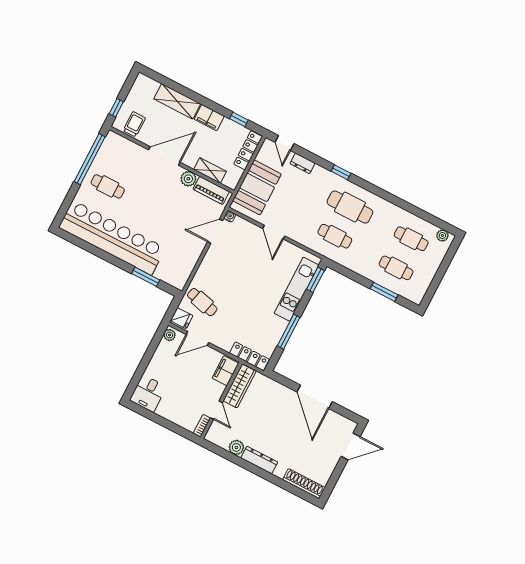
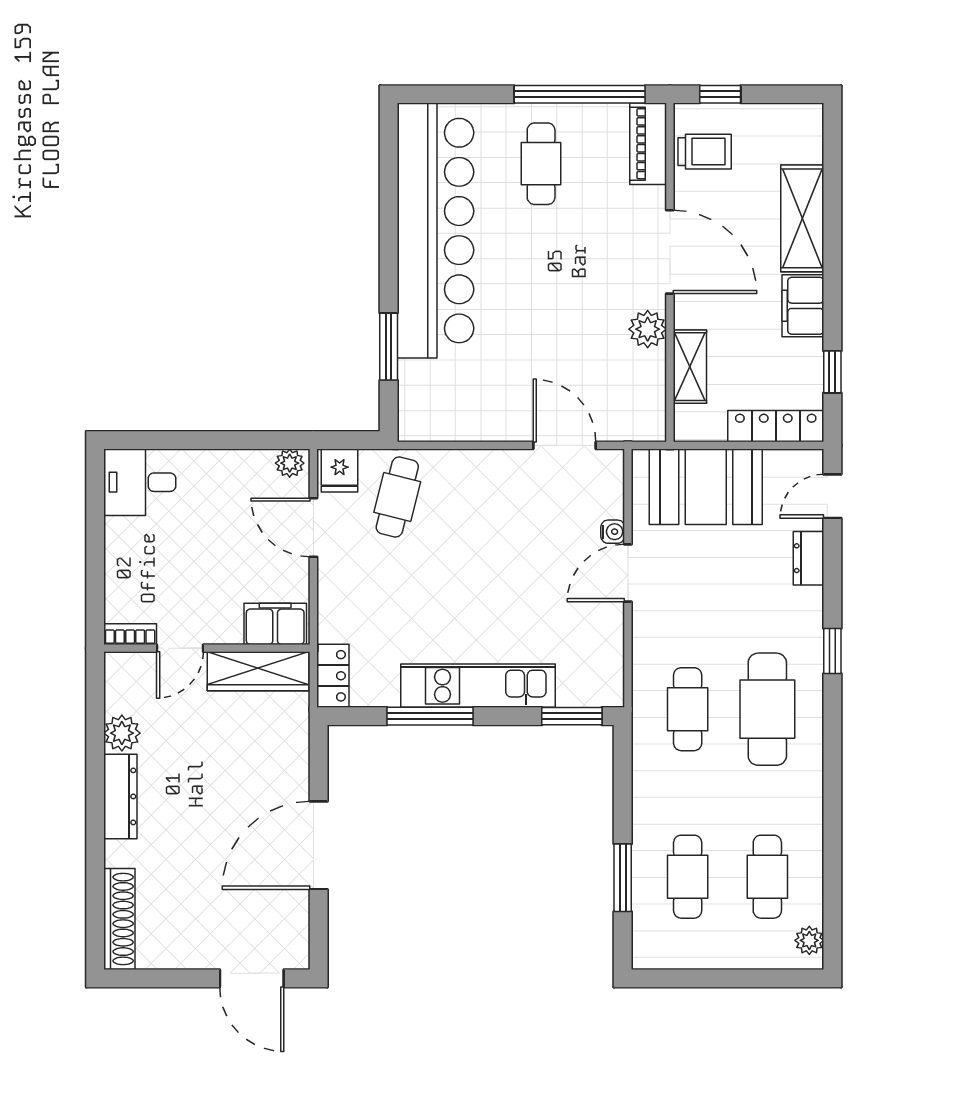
piano: (211, 190) -> (648, 144), moved
water cooler: (230, 216) -> (613, 532), moved
kitchen unit: (296, 289) -> (478, 686), moved
locker: (249, 356) -> (333, 676), width x0.66

